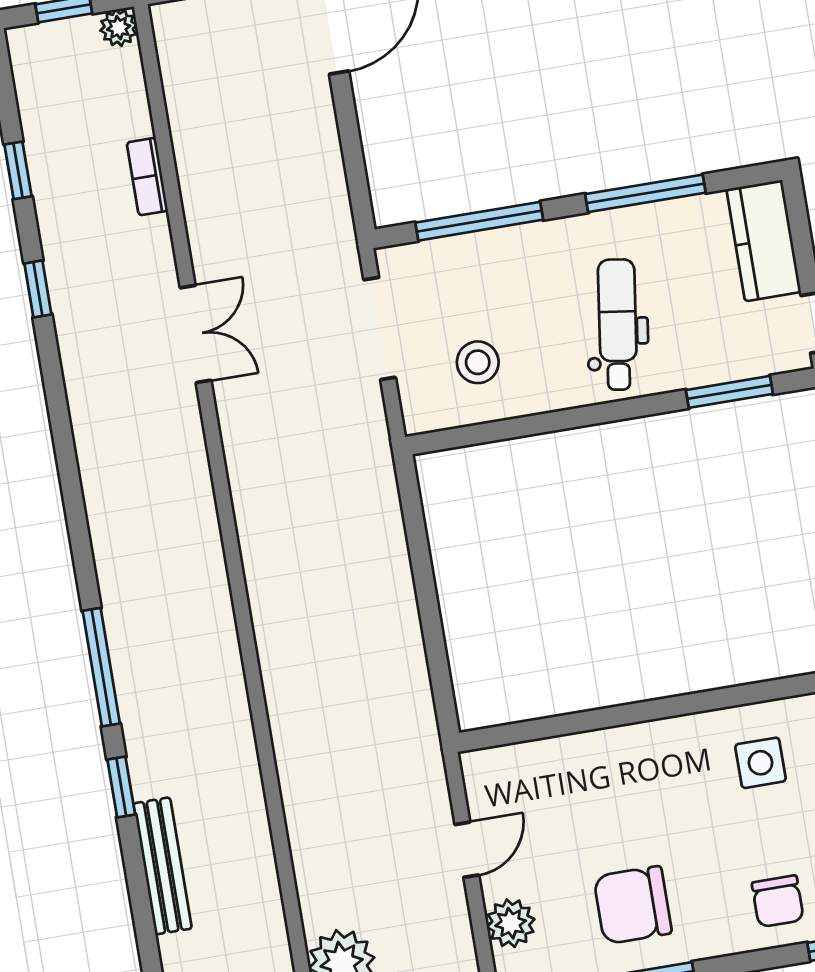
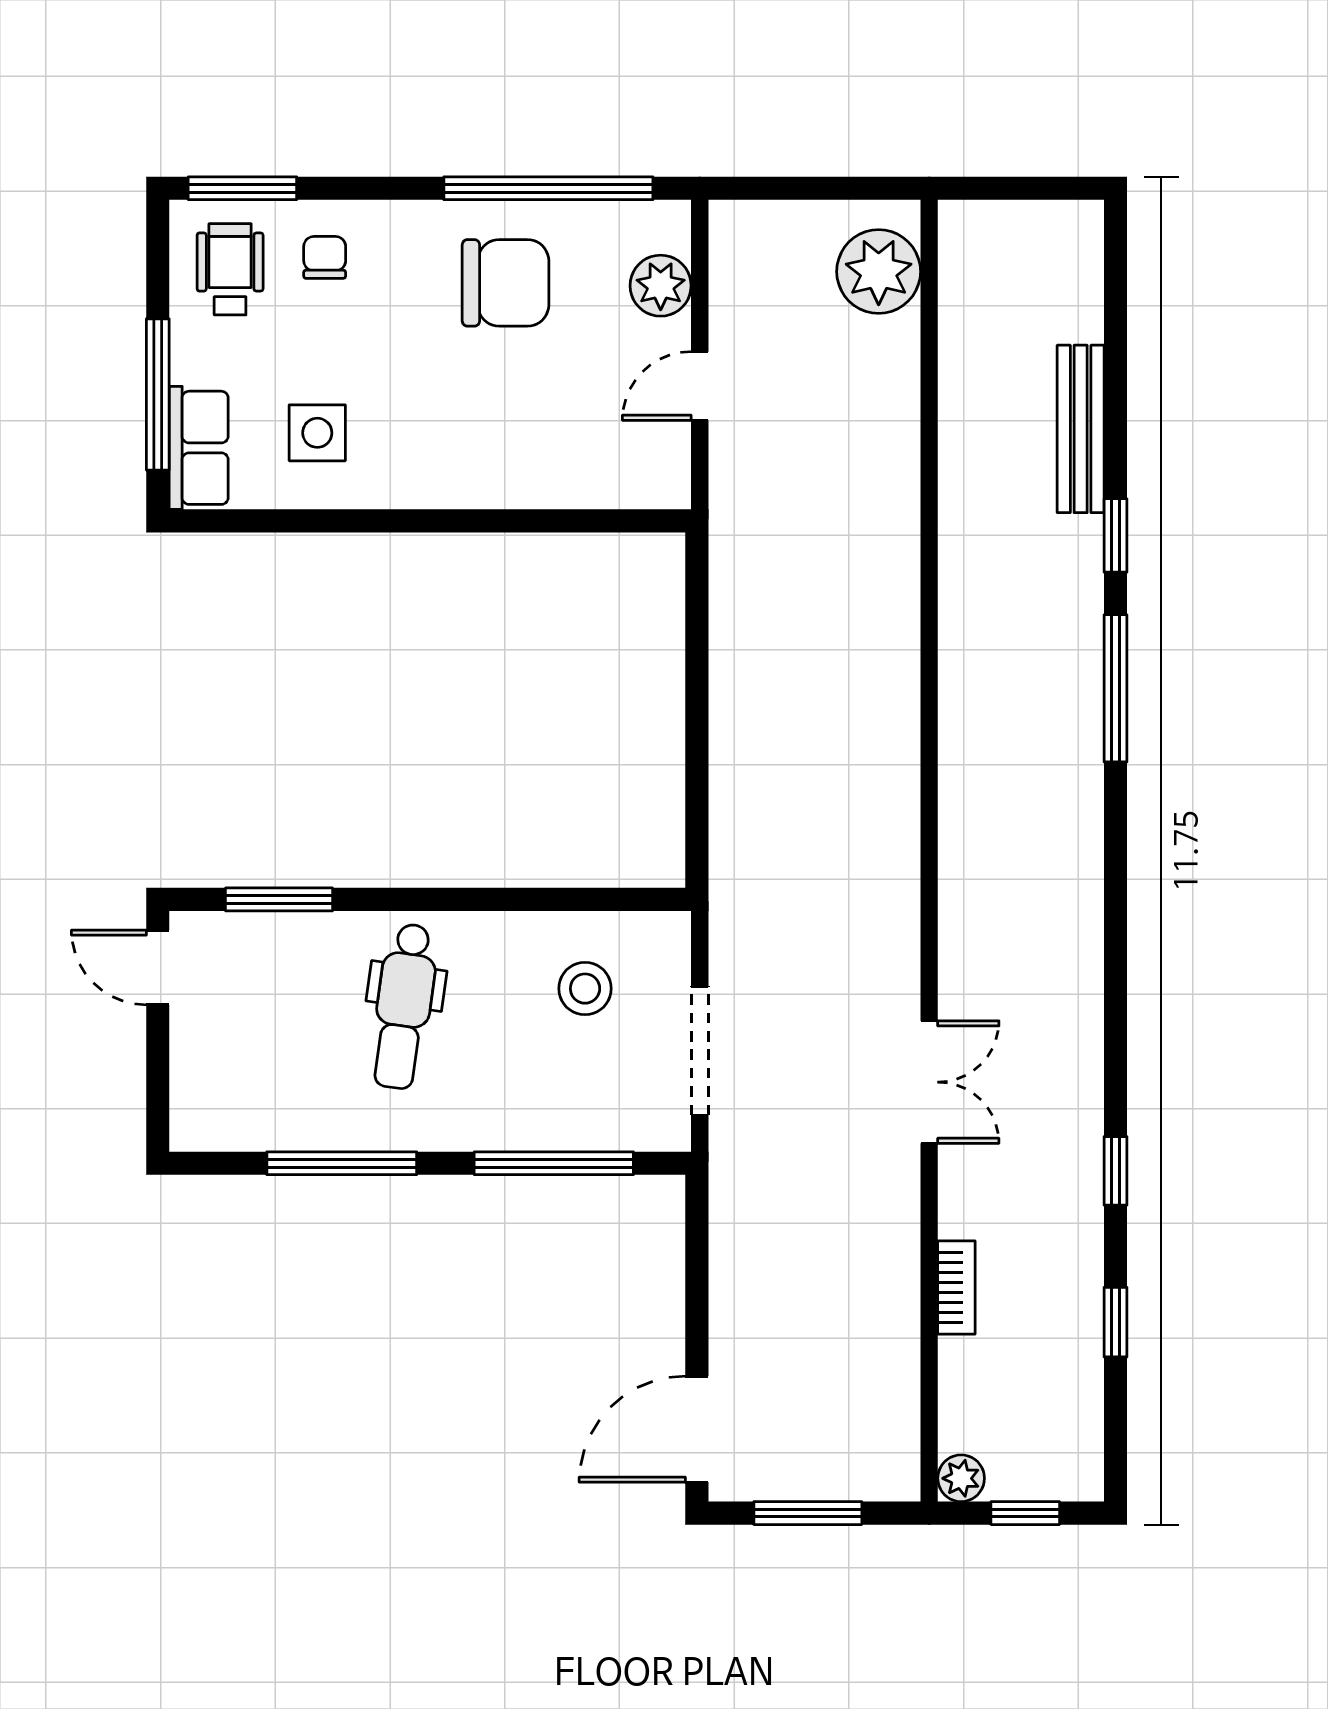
kitchen counter: (764, 241) -> (205, 1080), removed
double door: (196, 334) -> (929, 1082), swing flipped
chair: (778, 901) -> (325, 257), width x0.73, depth x0.73

